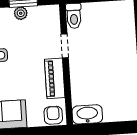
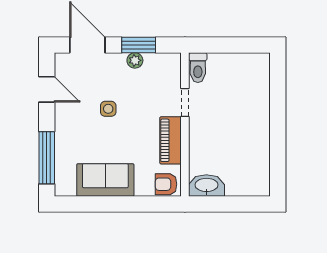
armchair: (53, 115) -> (166, 184), turned -90

